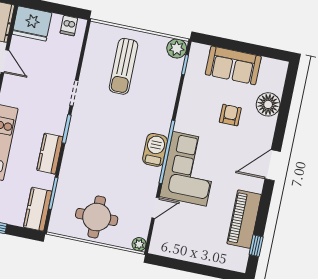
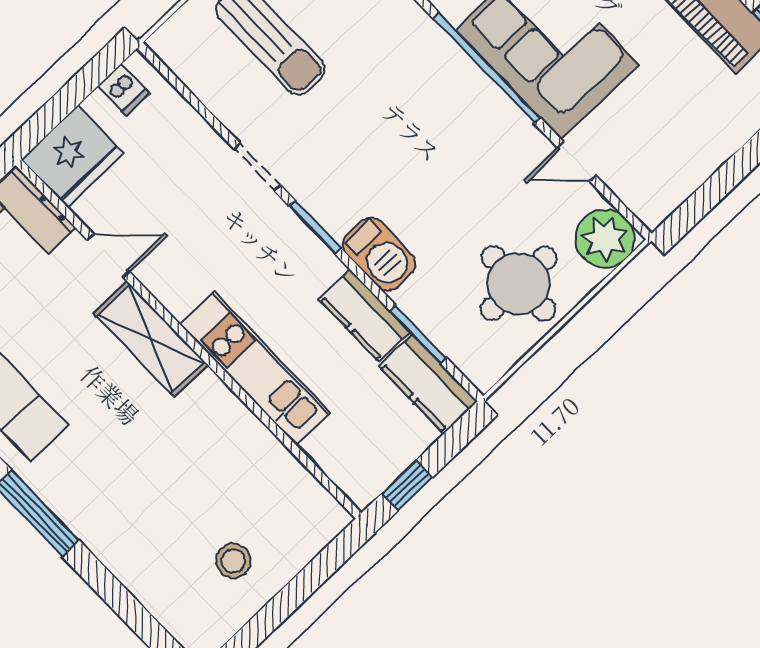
barbecue: (155, 150) -> (379, 254), moved, turned 180
kitchen counter: (50, 154) -> (364, 315), moved
door: (155, 208) -> (577, 162), swing flipped
plant: (139, 244) -> (605, 239), width x1.87, depth x1.87

